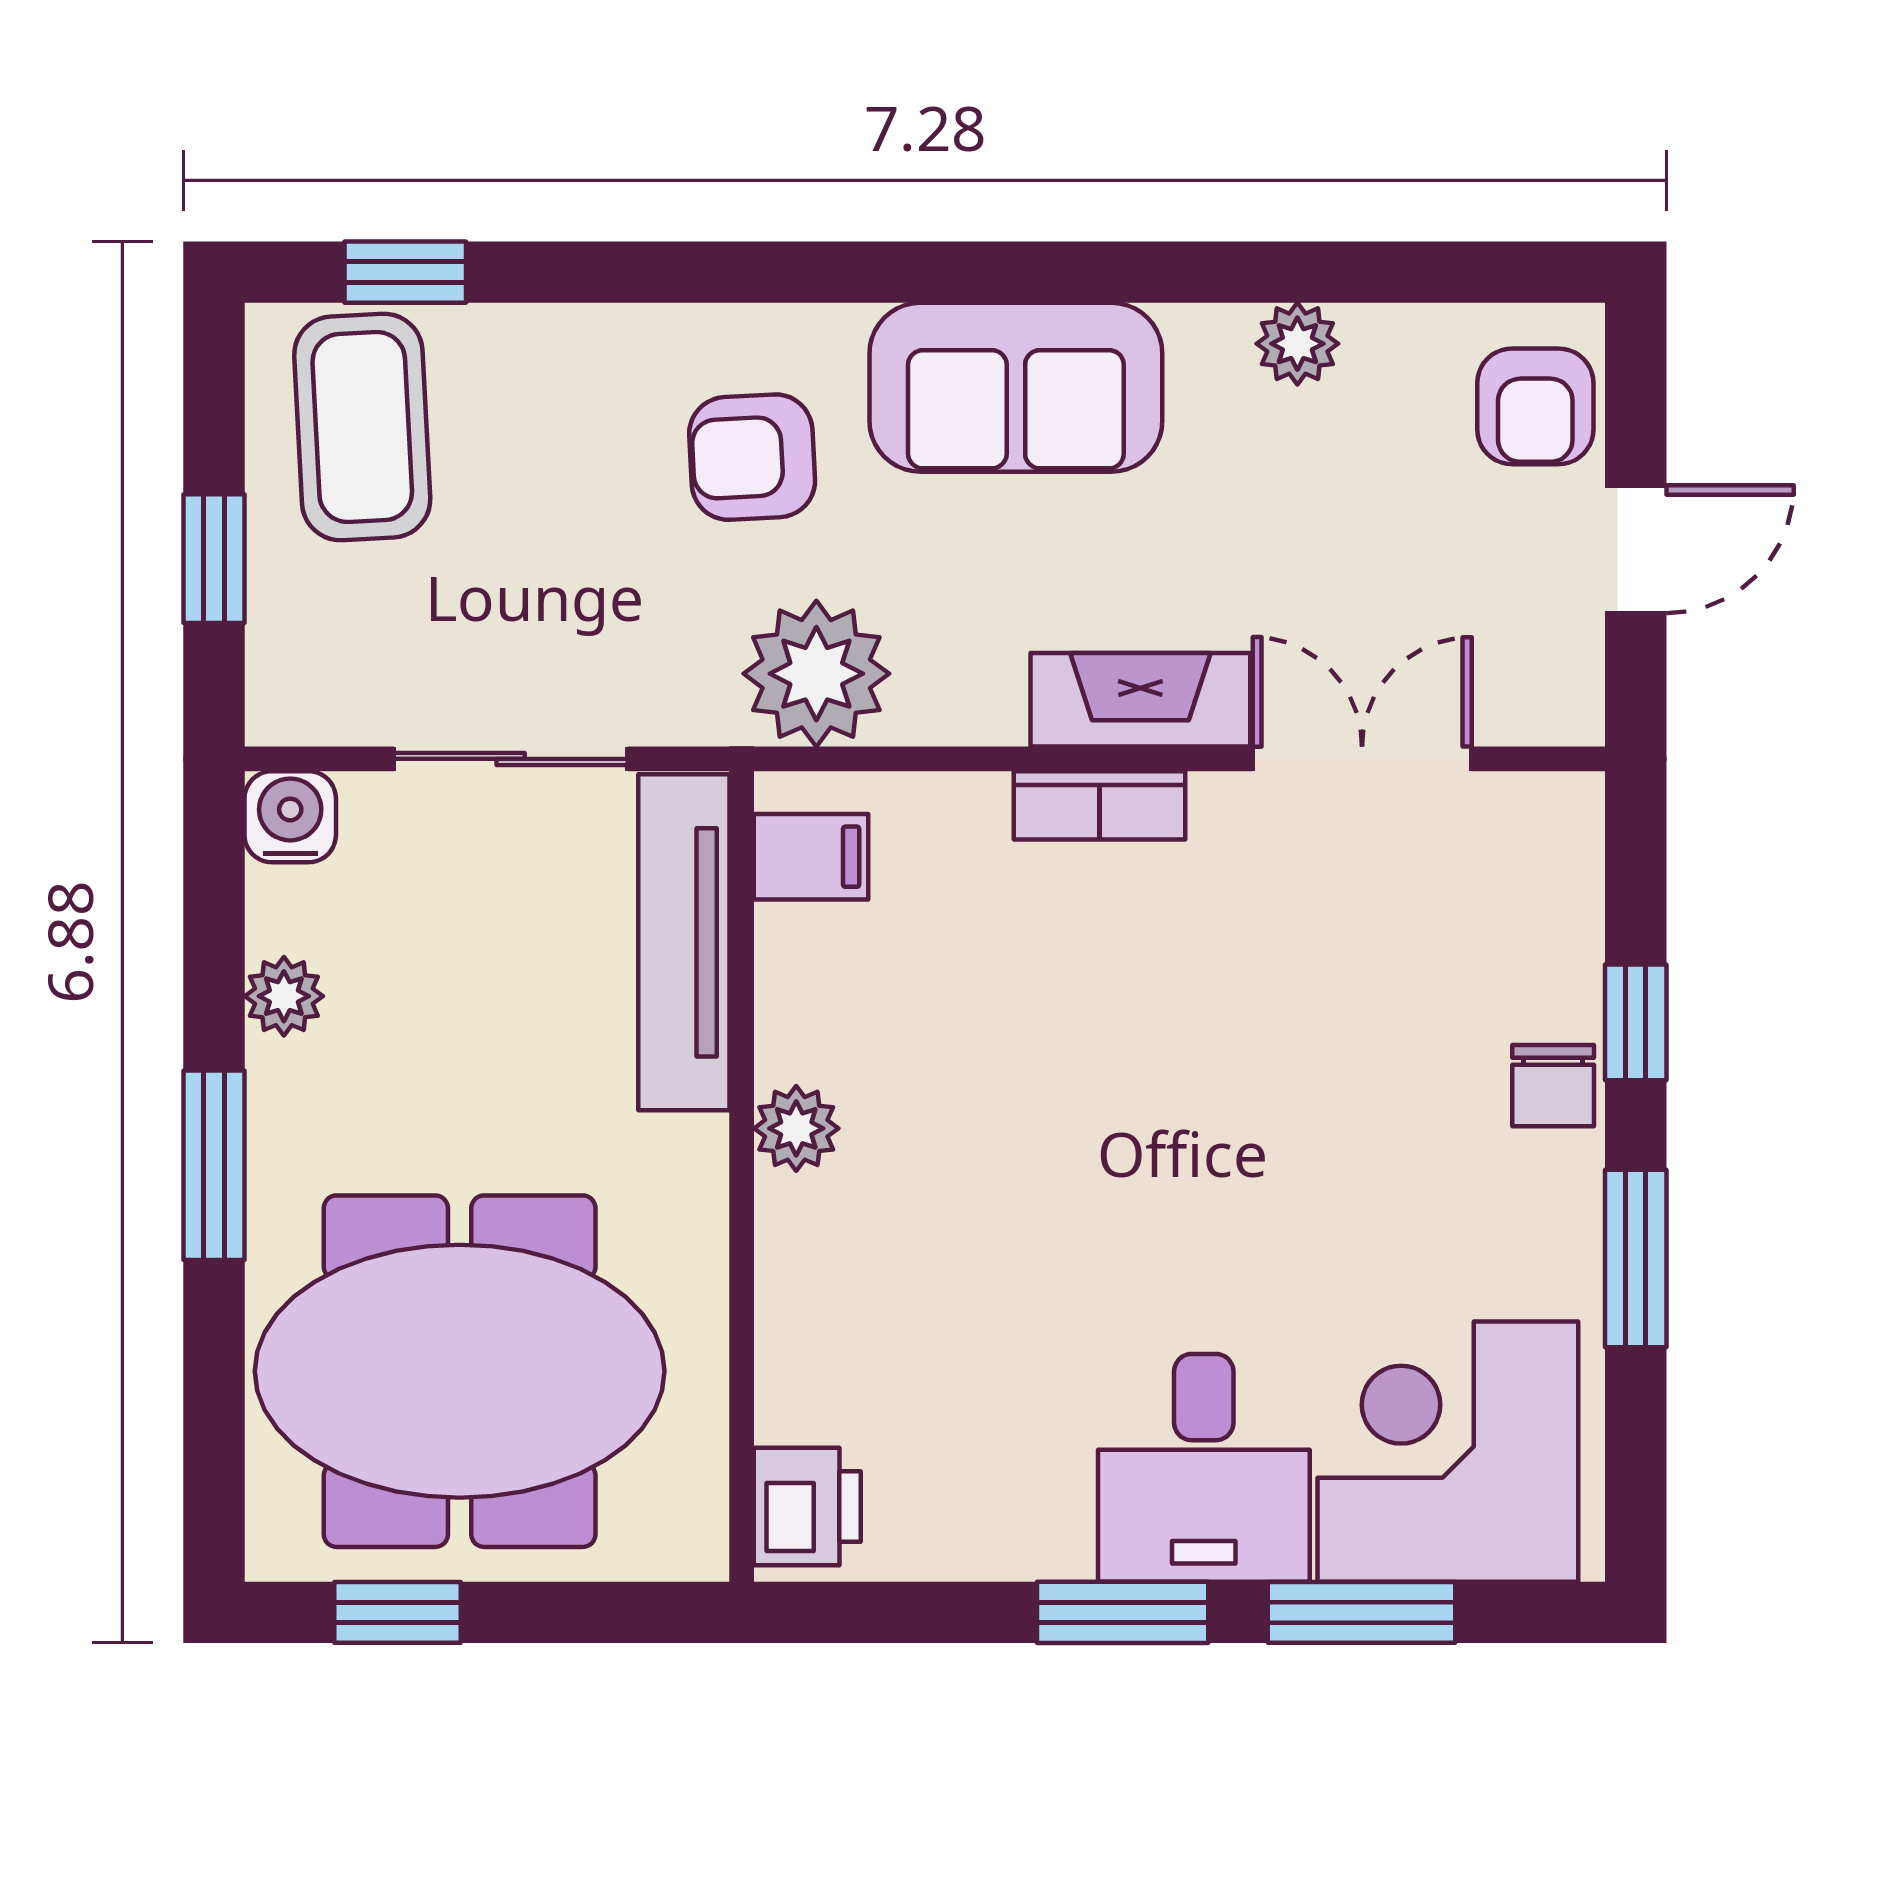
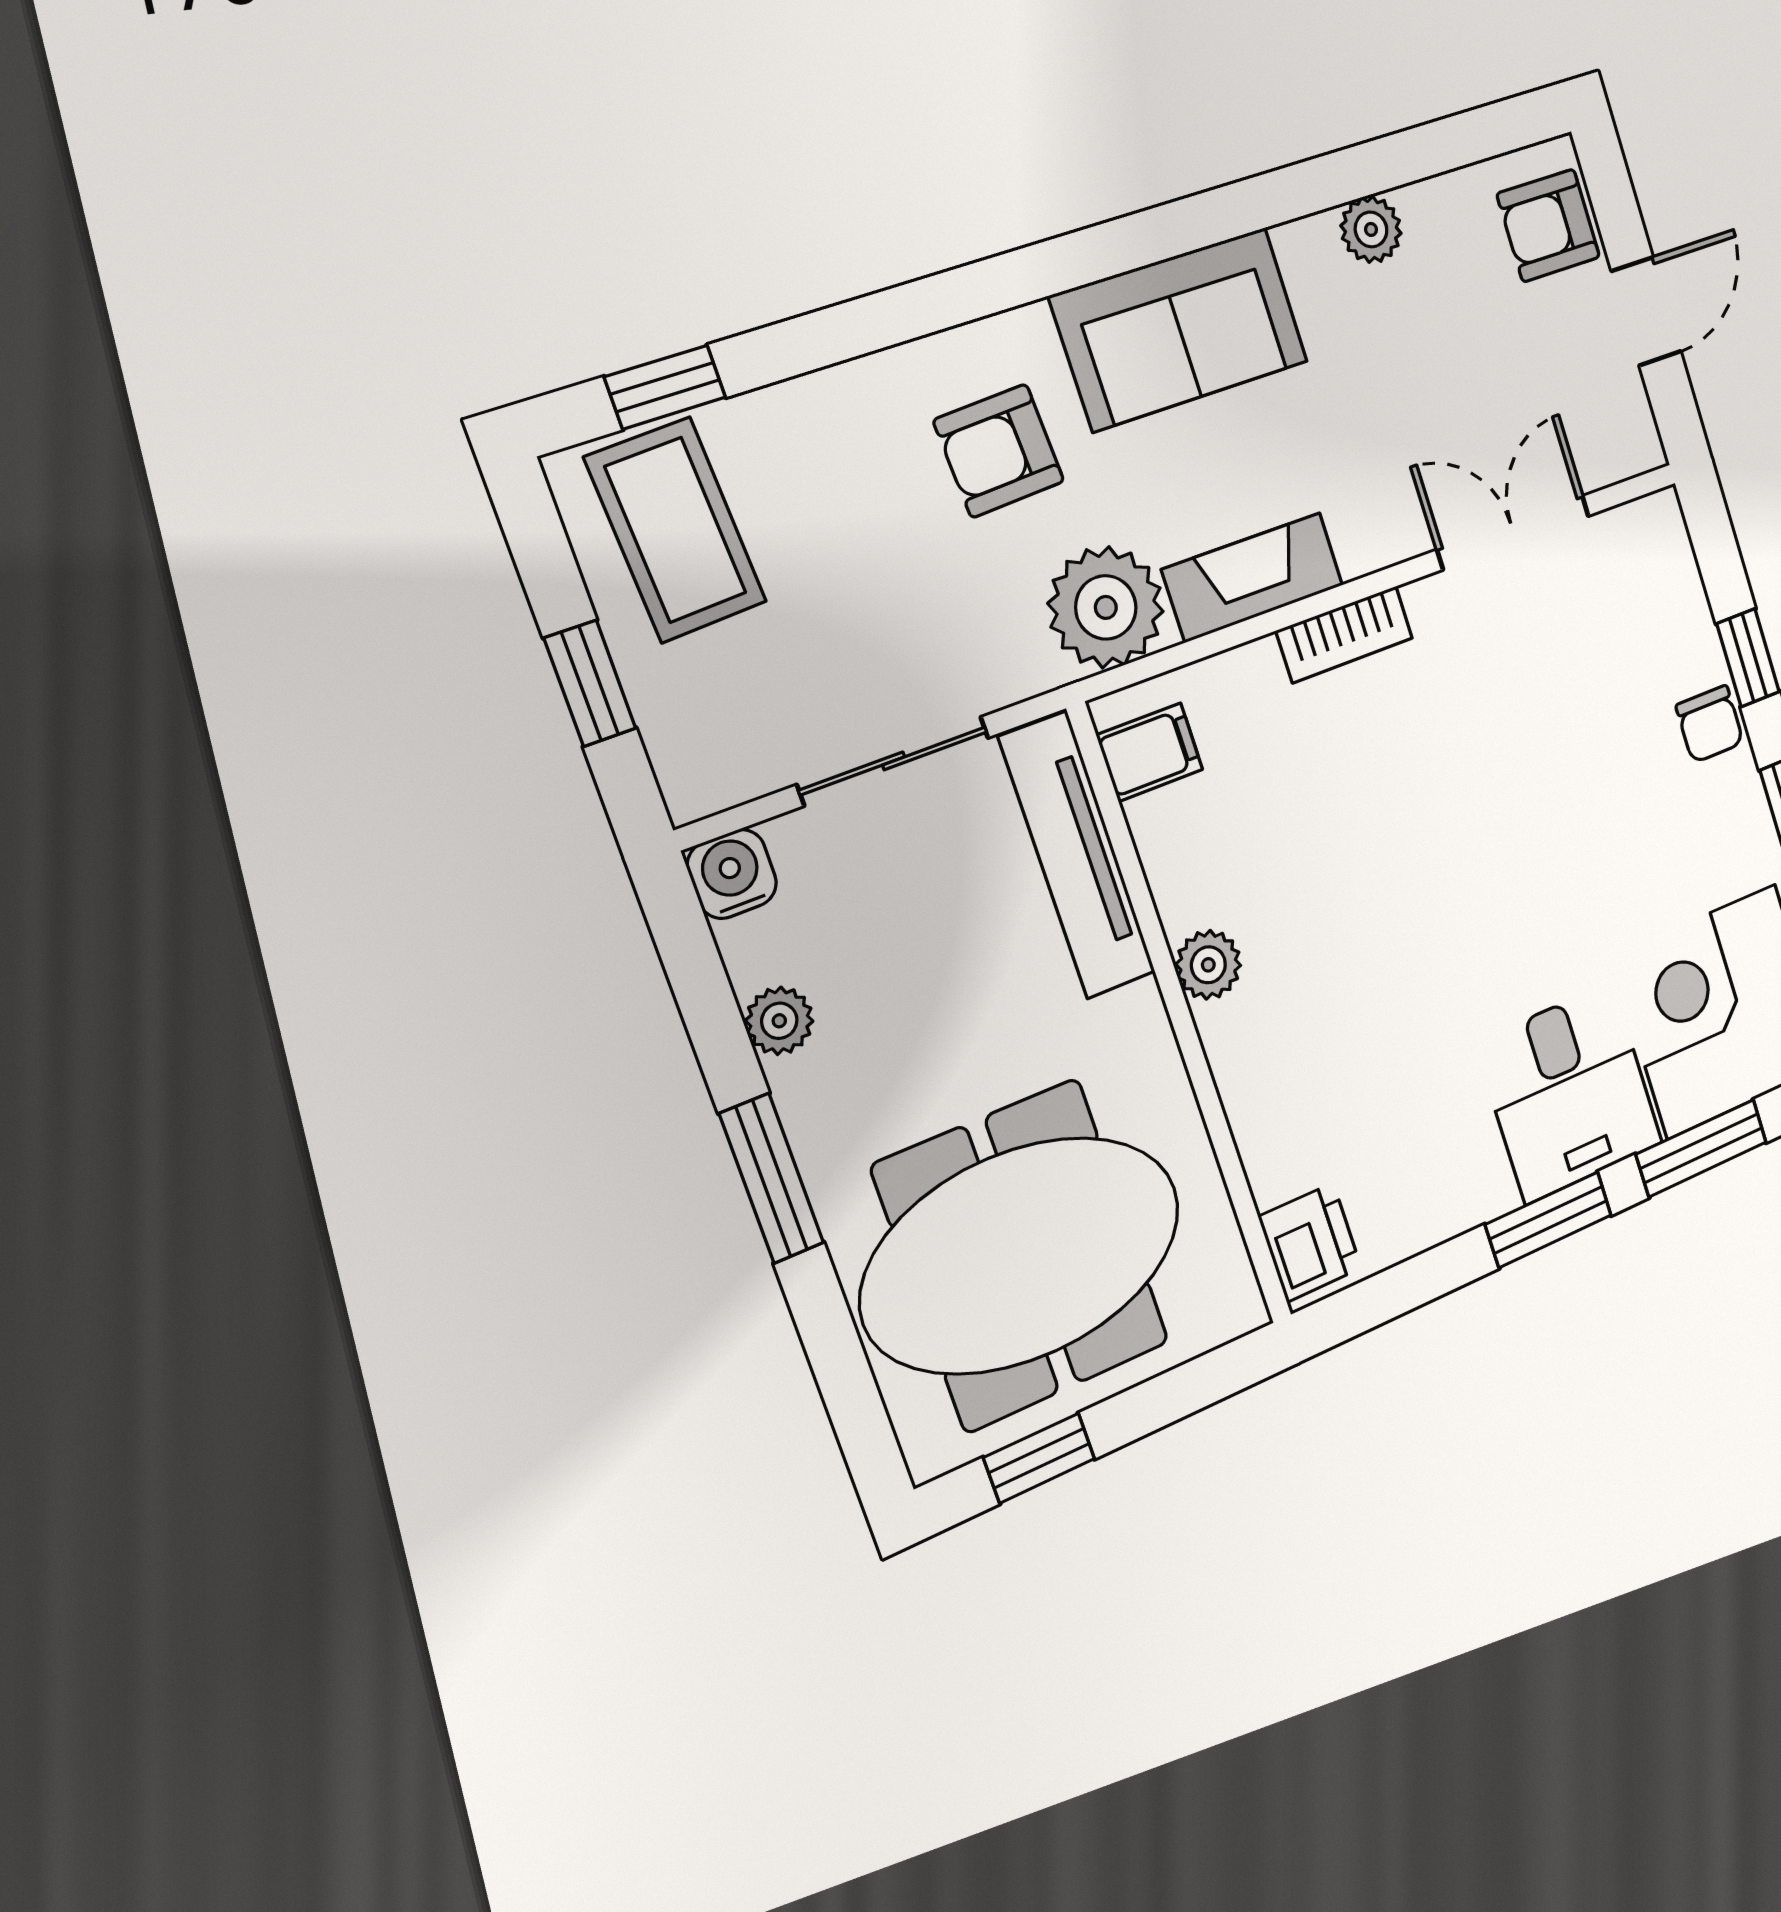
armchair: (1535, 406) -> (1548, 225), turned 90
fireplace: (1140, 700) -> (1253, 577), moved

